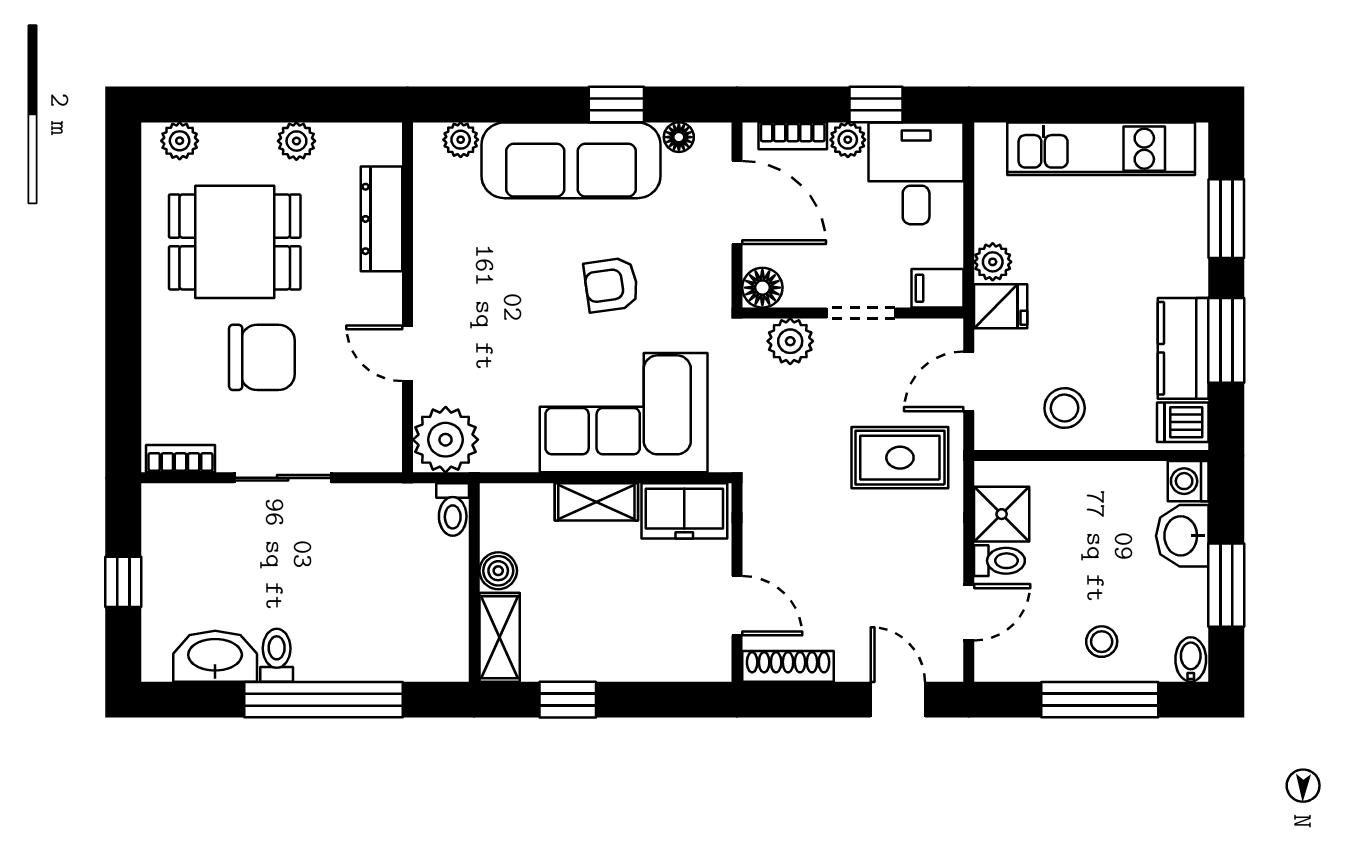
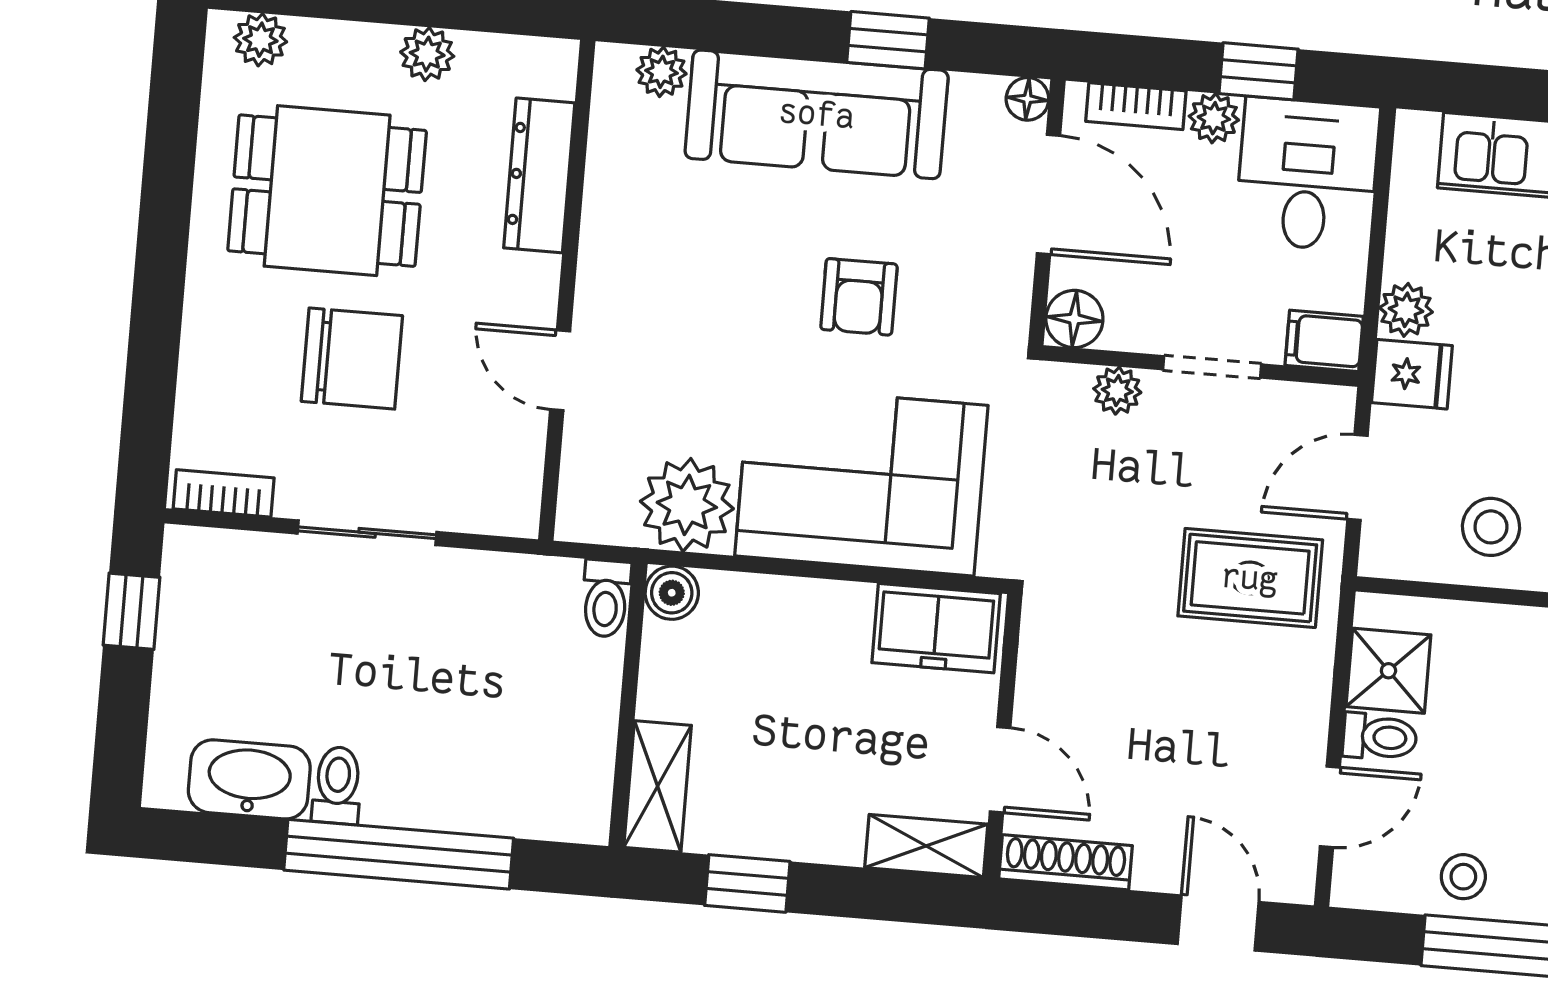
floor lamp: (679, 137) -> (1027, 99), moved
armchair: (611, 285) -> (859, 297), turned -82
plant: (790, 341) -> (1117, 391), width x0.73, depth x0.73
plant: (446, 440) -> (687, 505), moved
shelving: (596, 502) -> (926, 846), moved
boiler: (498, 571) -> (672, 593), moved
window: (123, 582) -> (131, 611), moved
stool: (1102, 642) -> (1463, 877), moved

